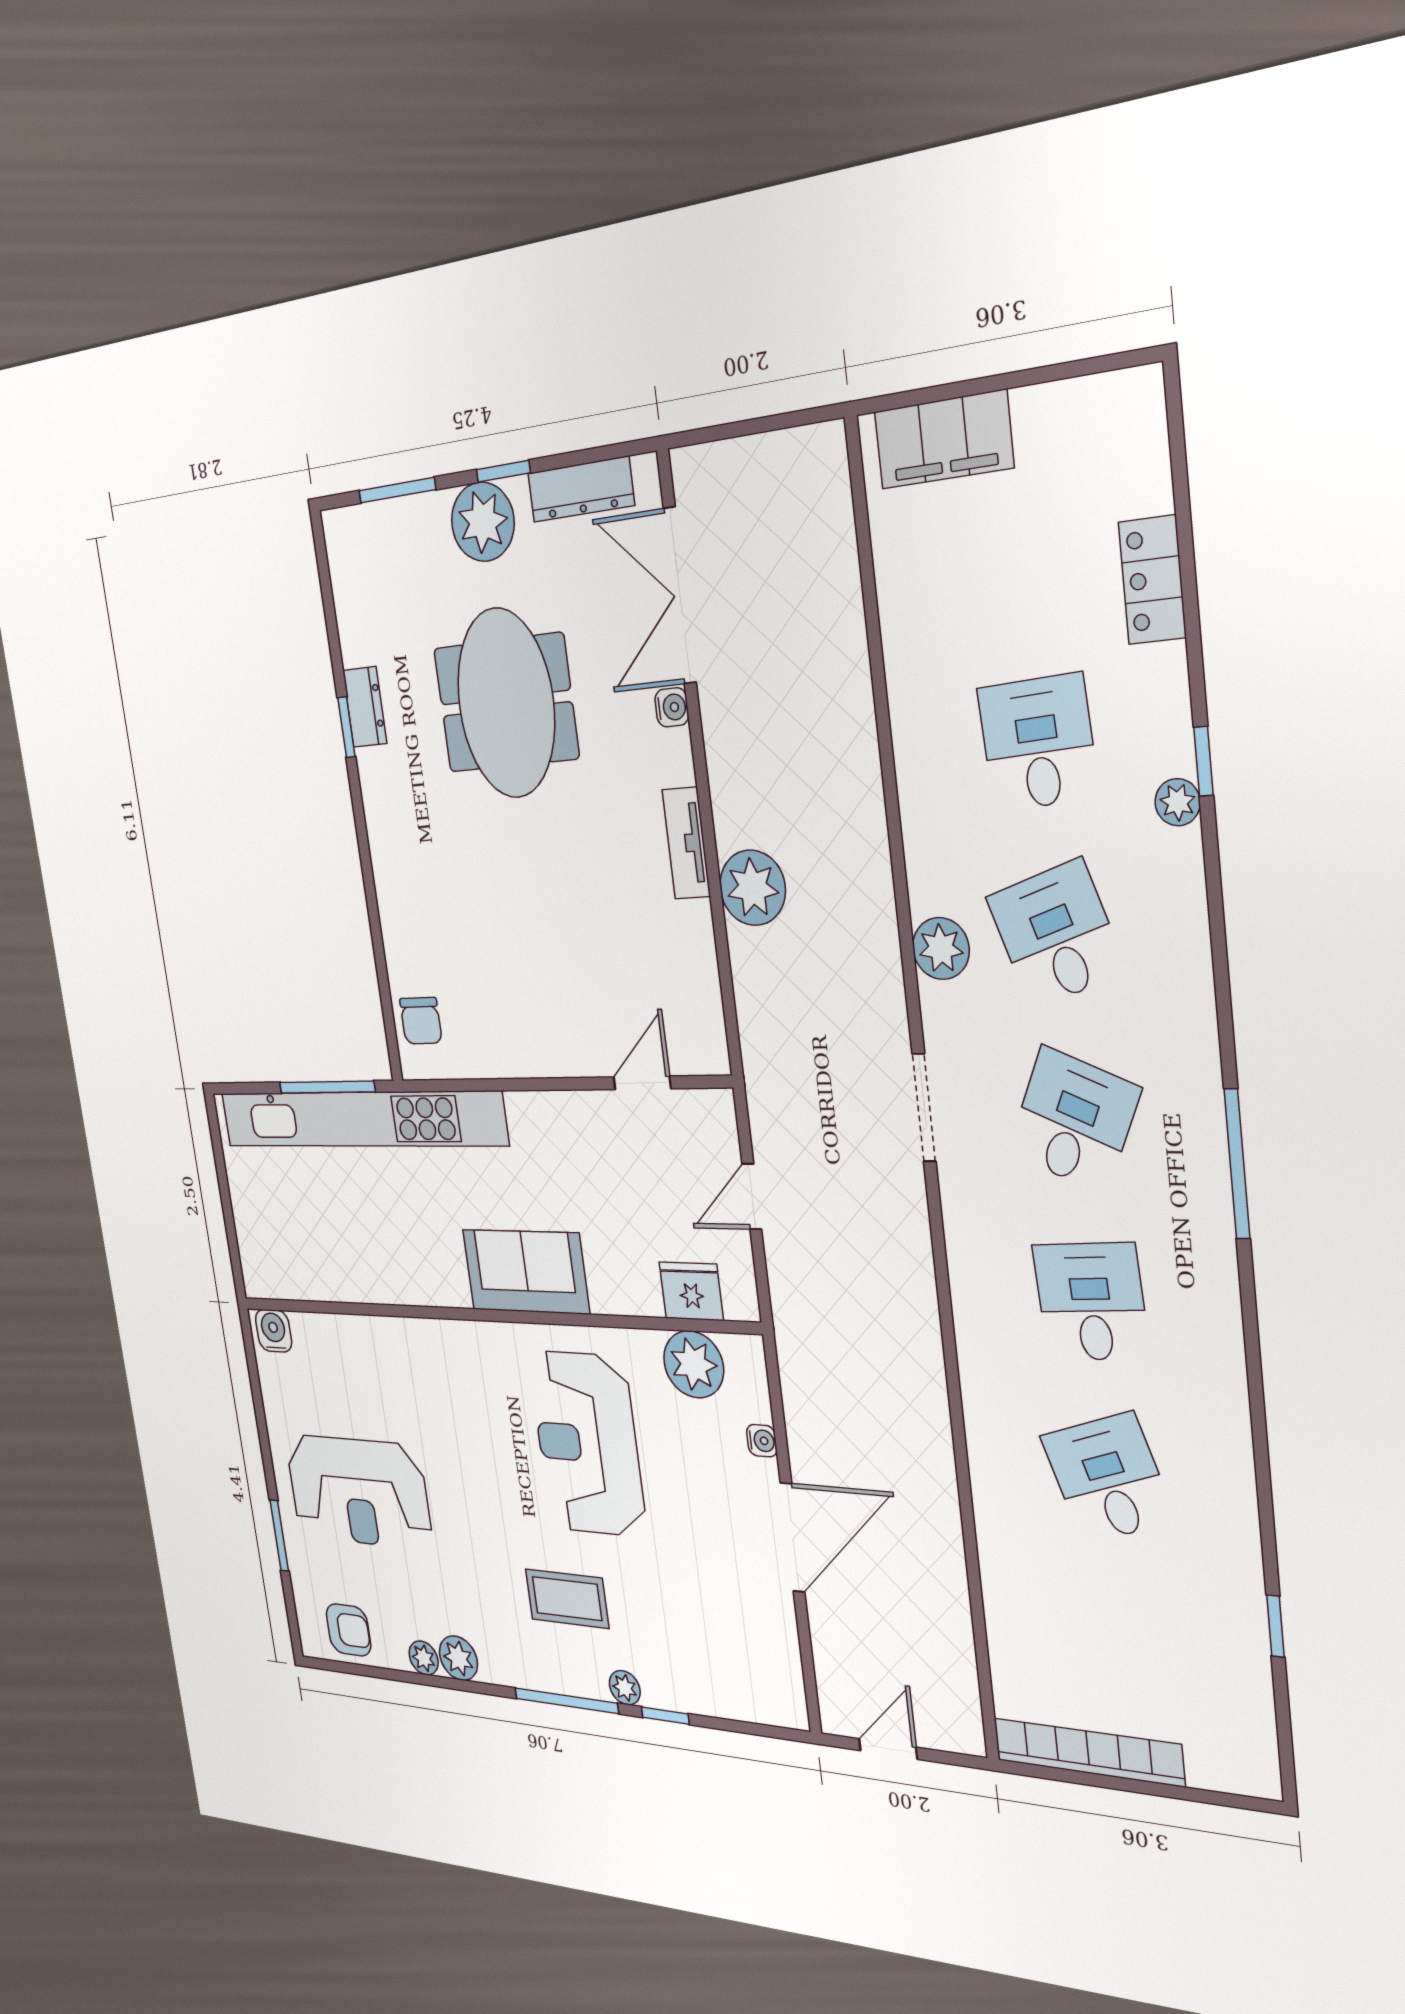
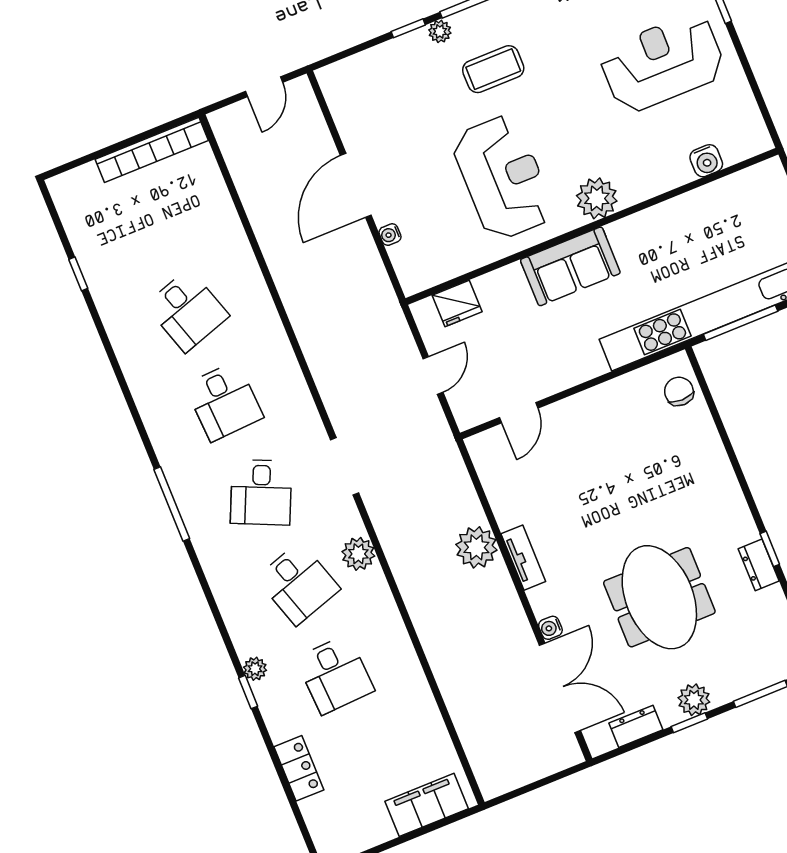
dresser: (581, 489) -> (636, 726), width x0.70
plant: (483, 522) -> (694, 700), width x0.73, depth x0.73
water cooler: (274, 1331) -> (706, 161), moved
plant: (694, 1364) -> (597, 198), moved

